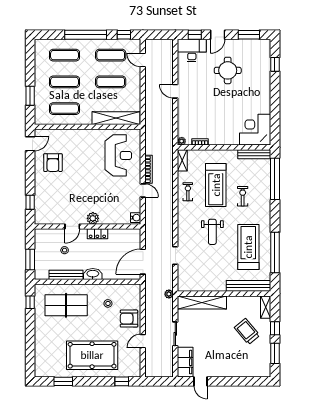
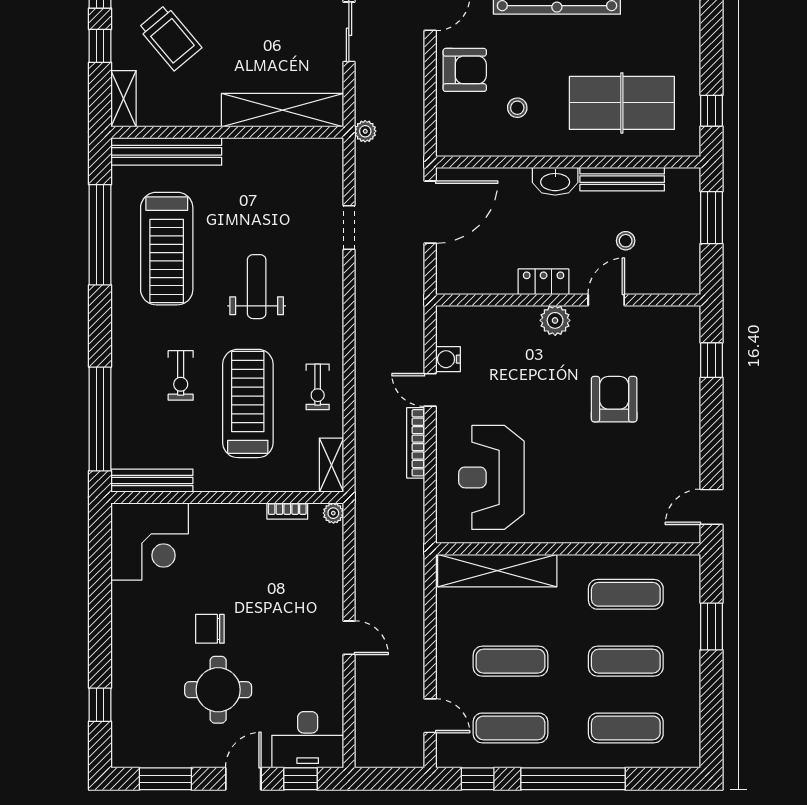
chair: (231, 95) -> (210, 629), added
armchair: (53, 163) -> (614, 399), moved
water cooler: (136, 218) -> (448, 359), moved

